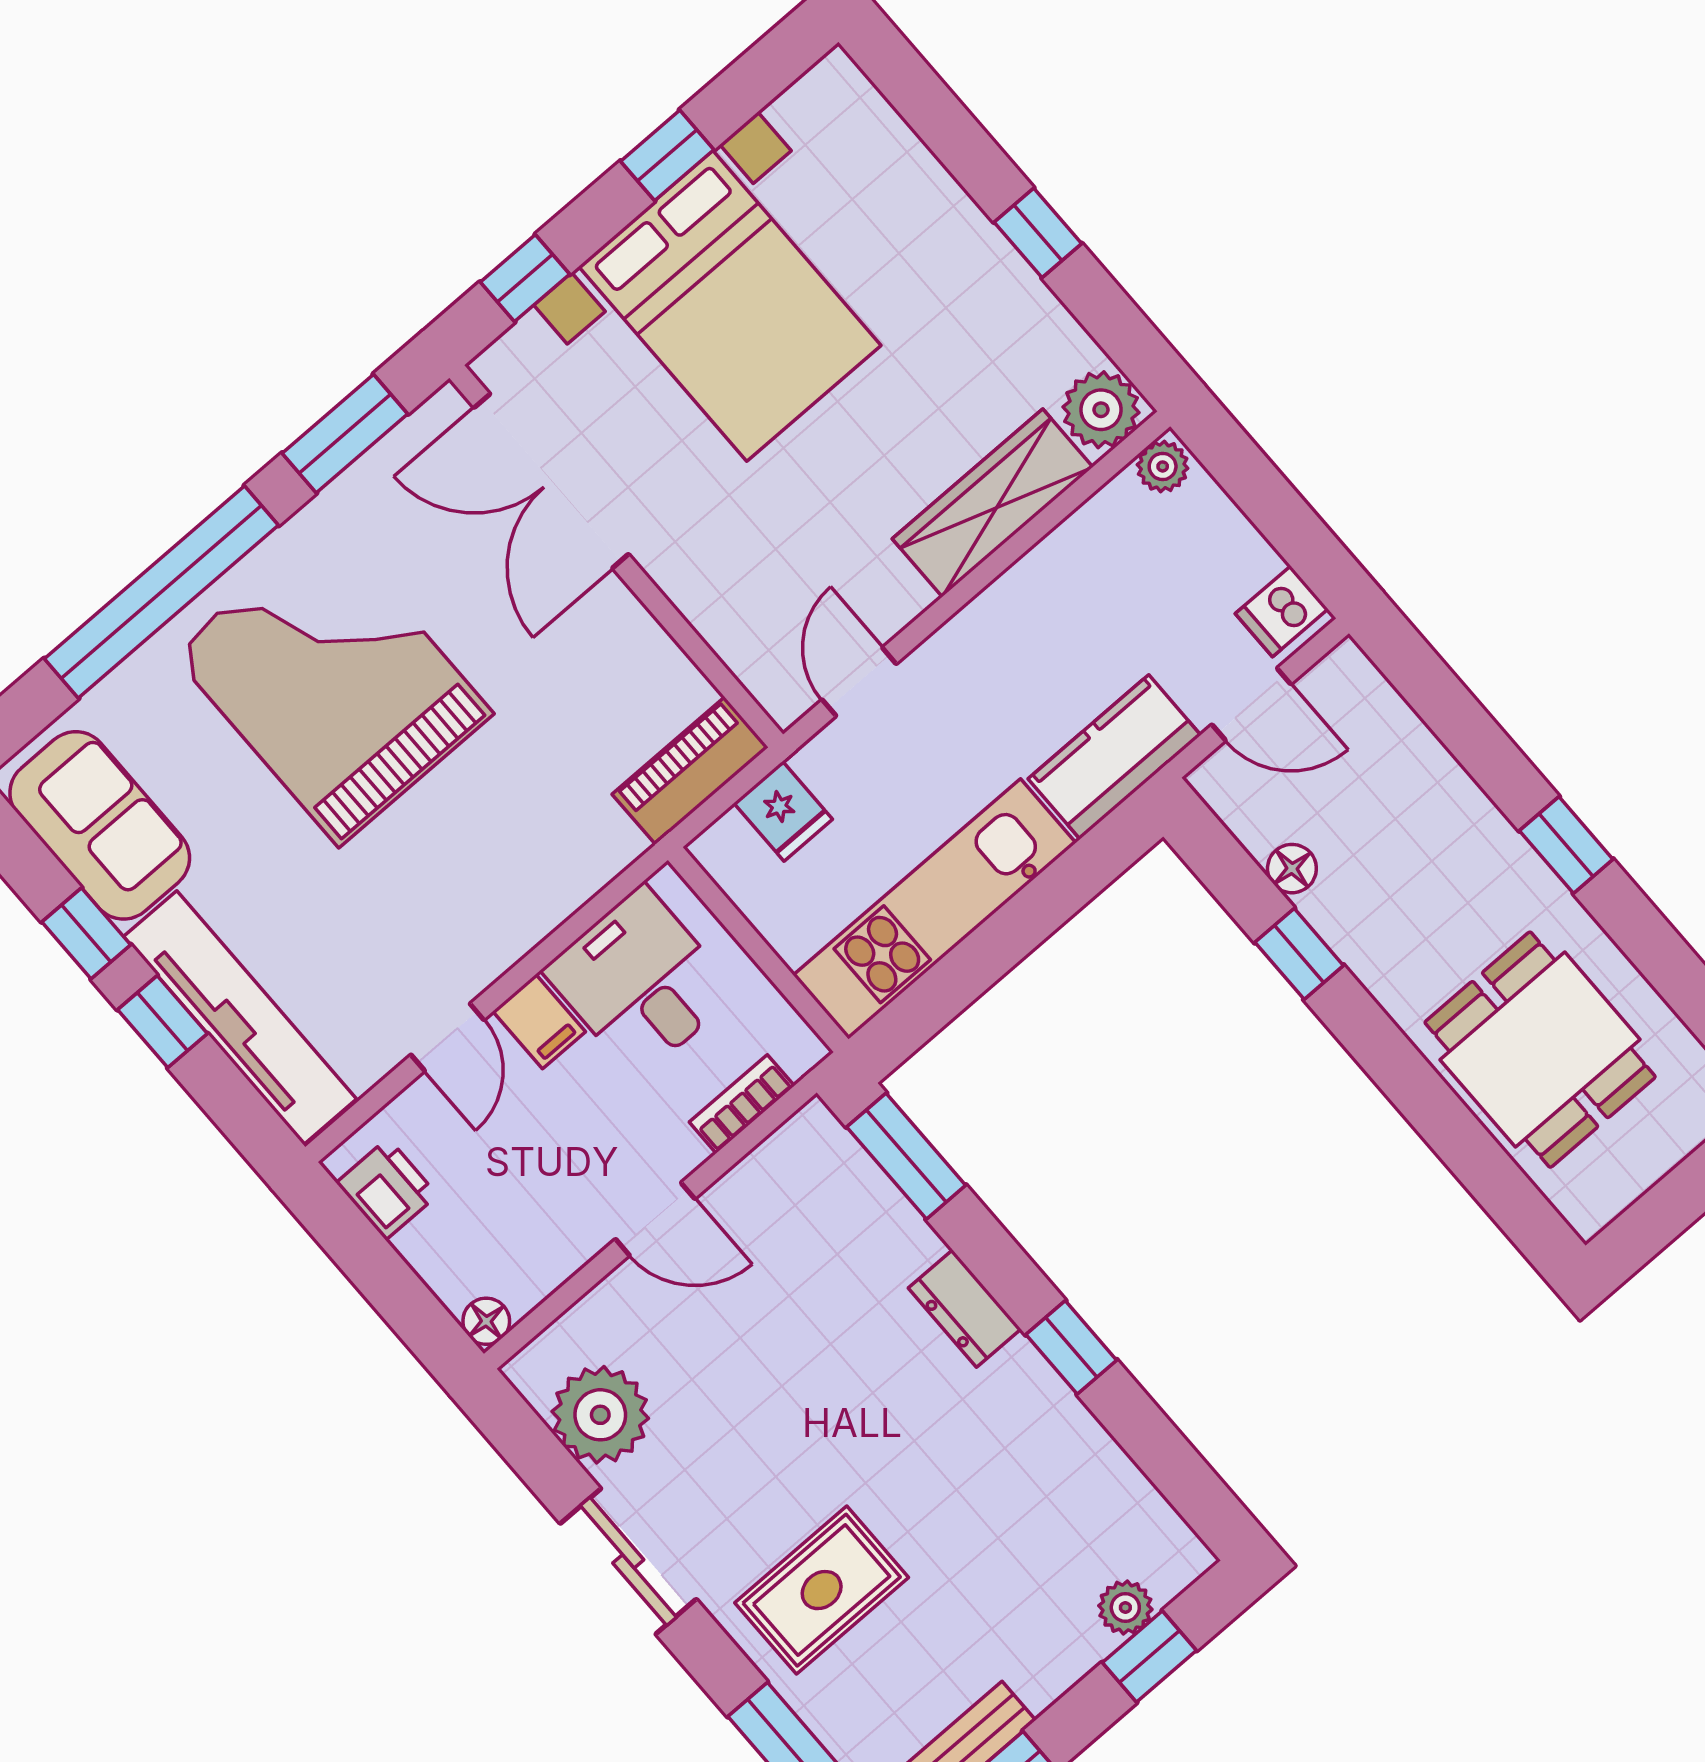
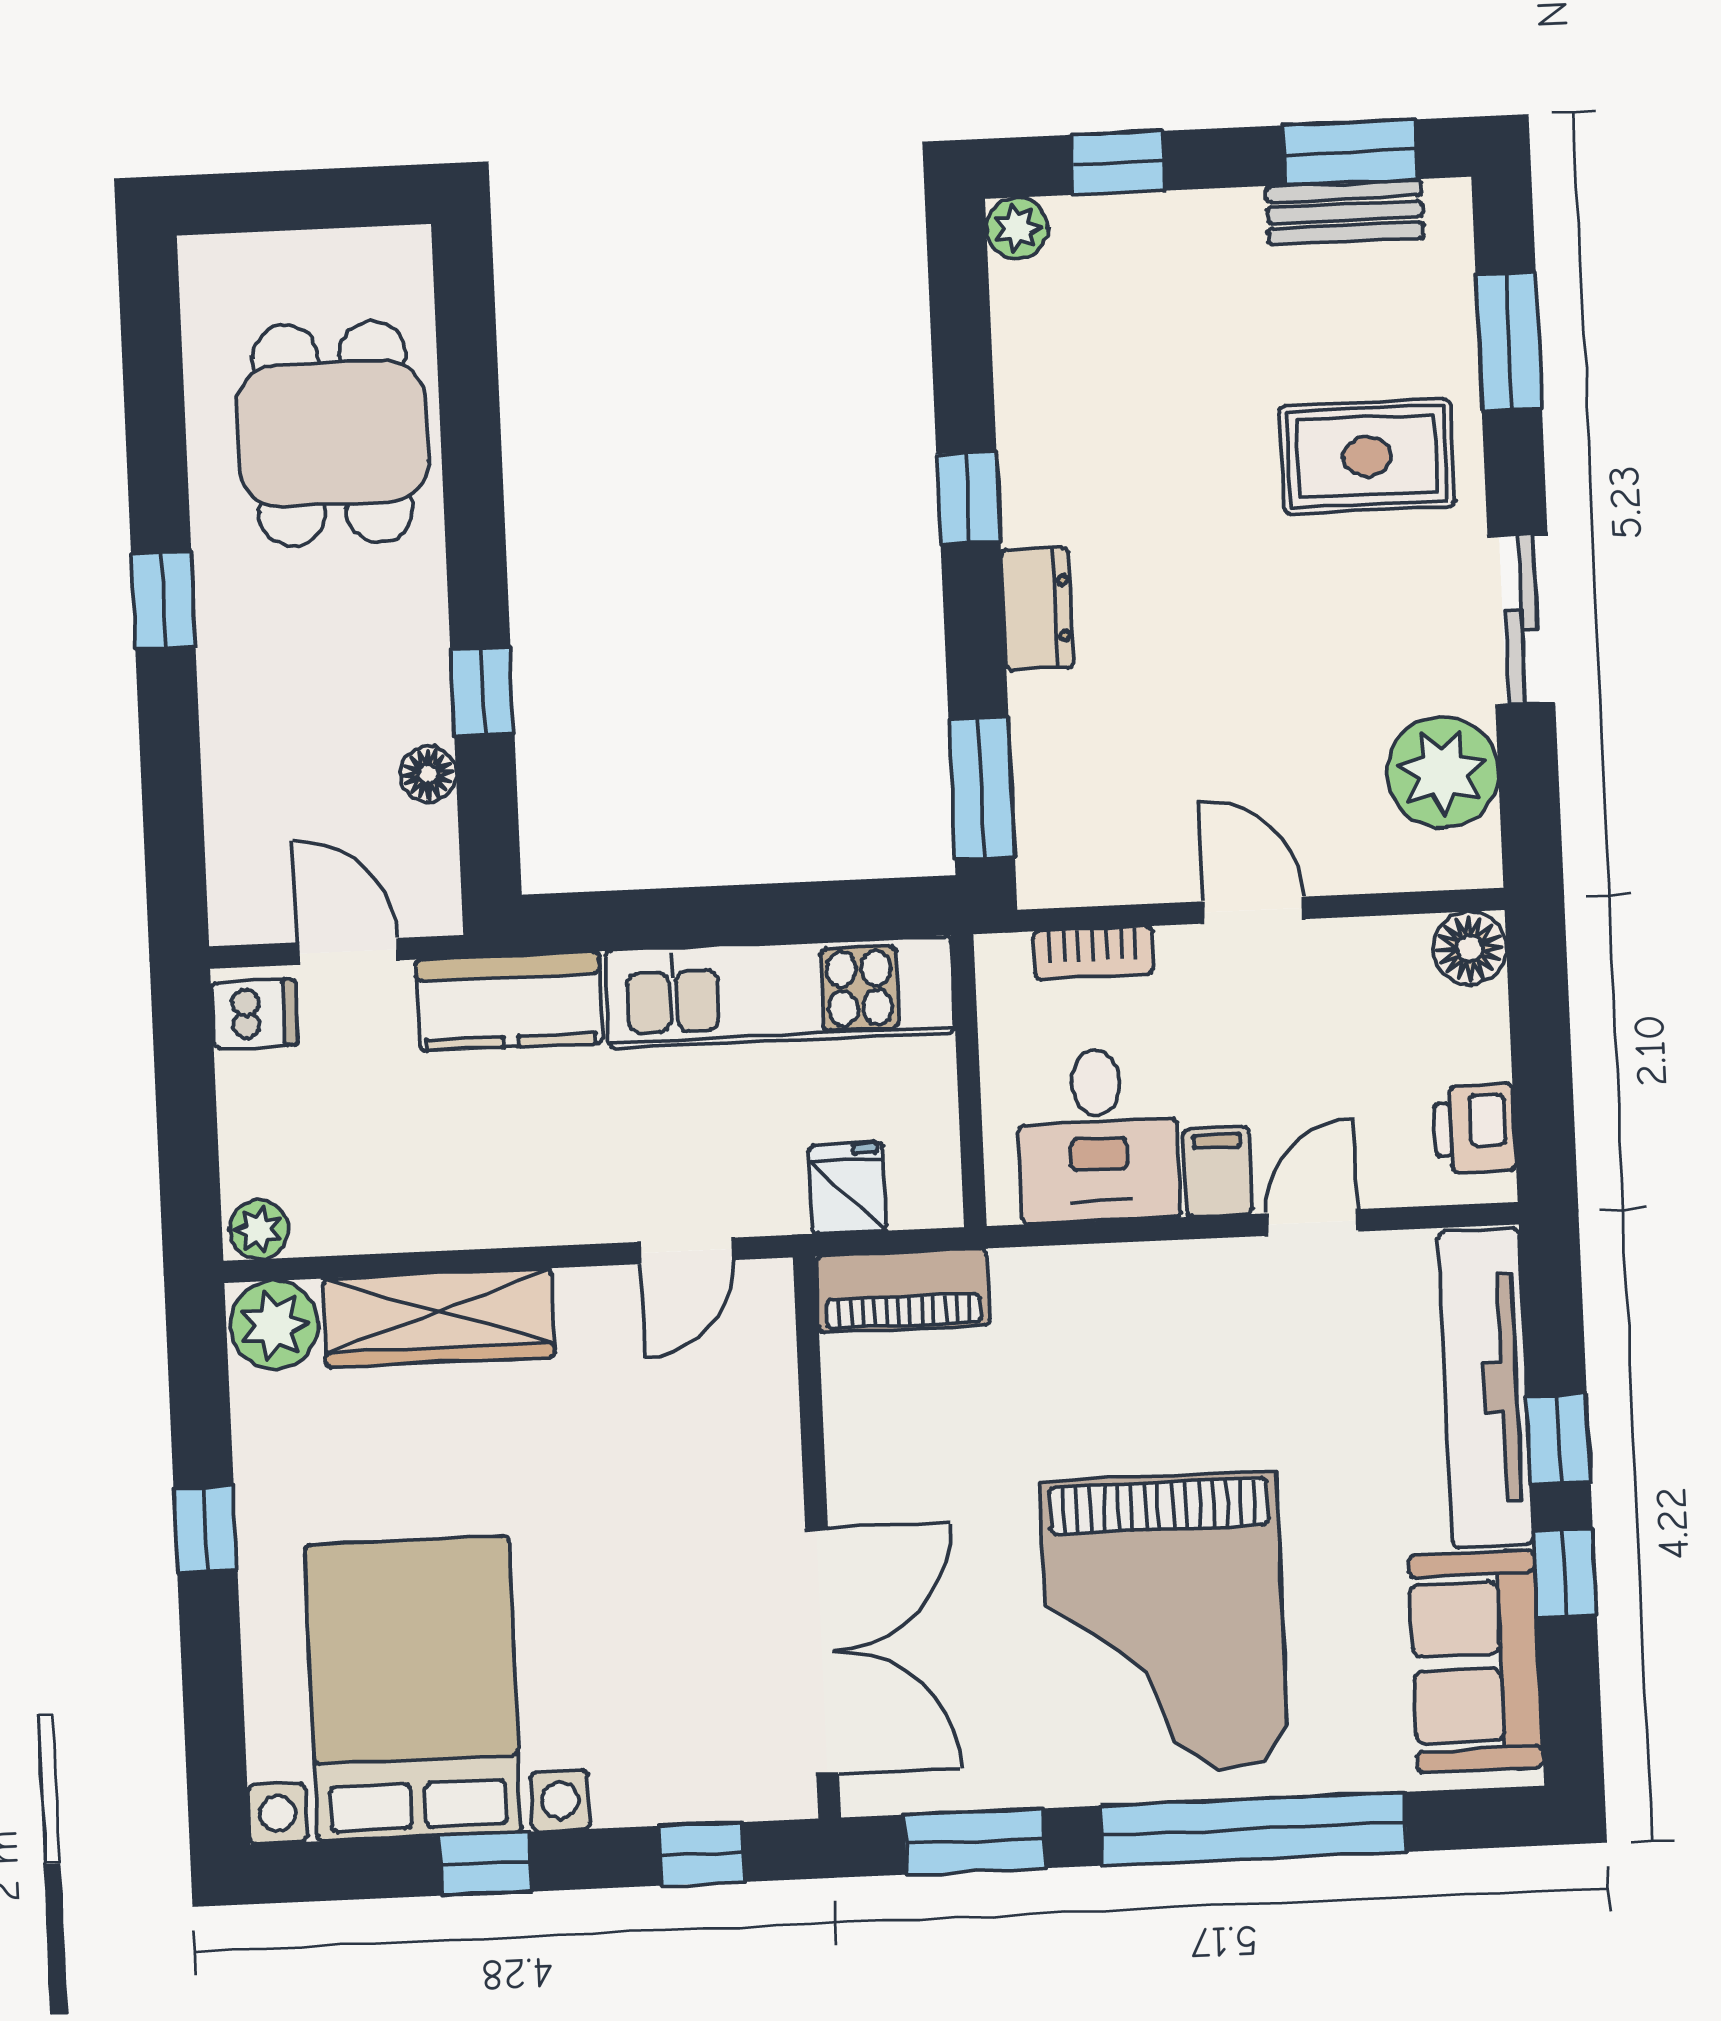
bed with nightstands: (730, 306) -> (413, 1689), moved
floor lamp: (486, 1321) -> (1470, 948), width x1.37, depth x1.37
plant: (1125, 1608) -> (1017, 228), moved

